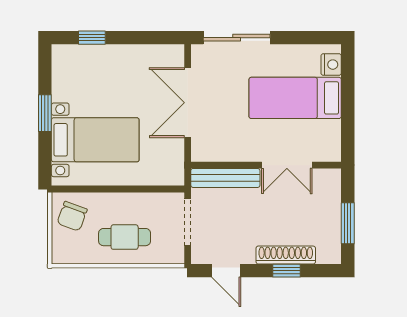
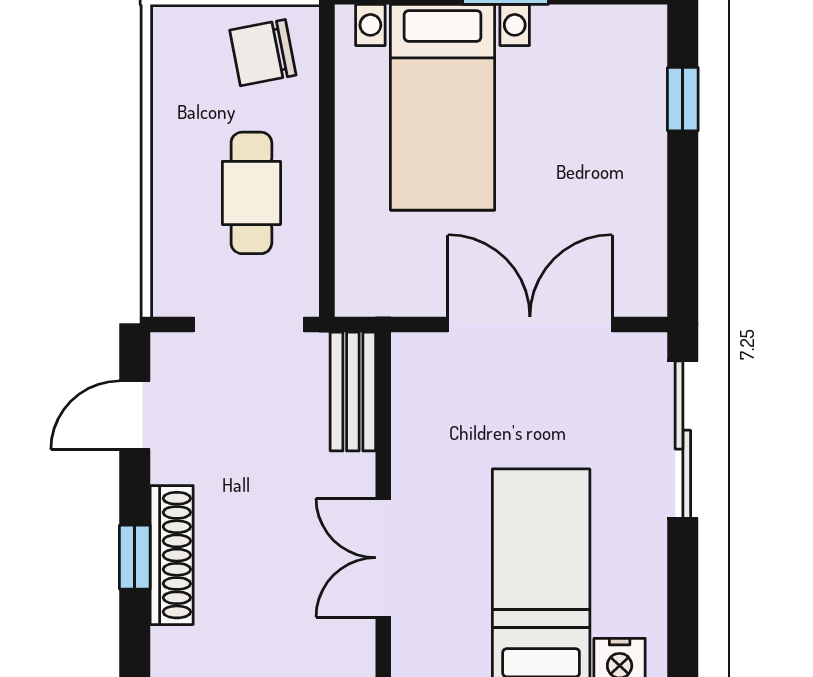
bench: (225, 178) -> (353, 392), width x0.73
chair: (72, 216) -> (263, 53), turned -31
cafe table: (125, 237) -> (251, 193), moved

